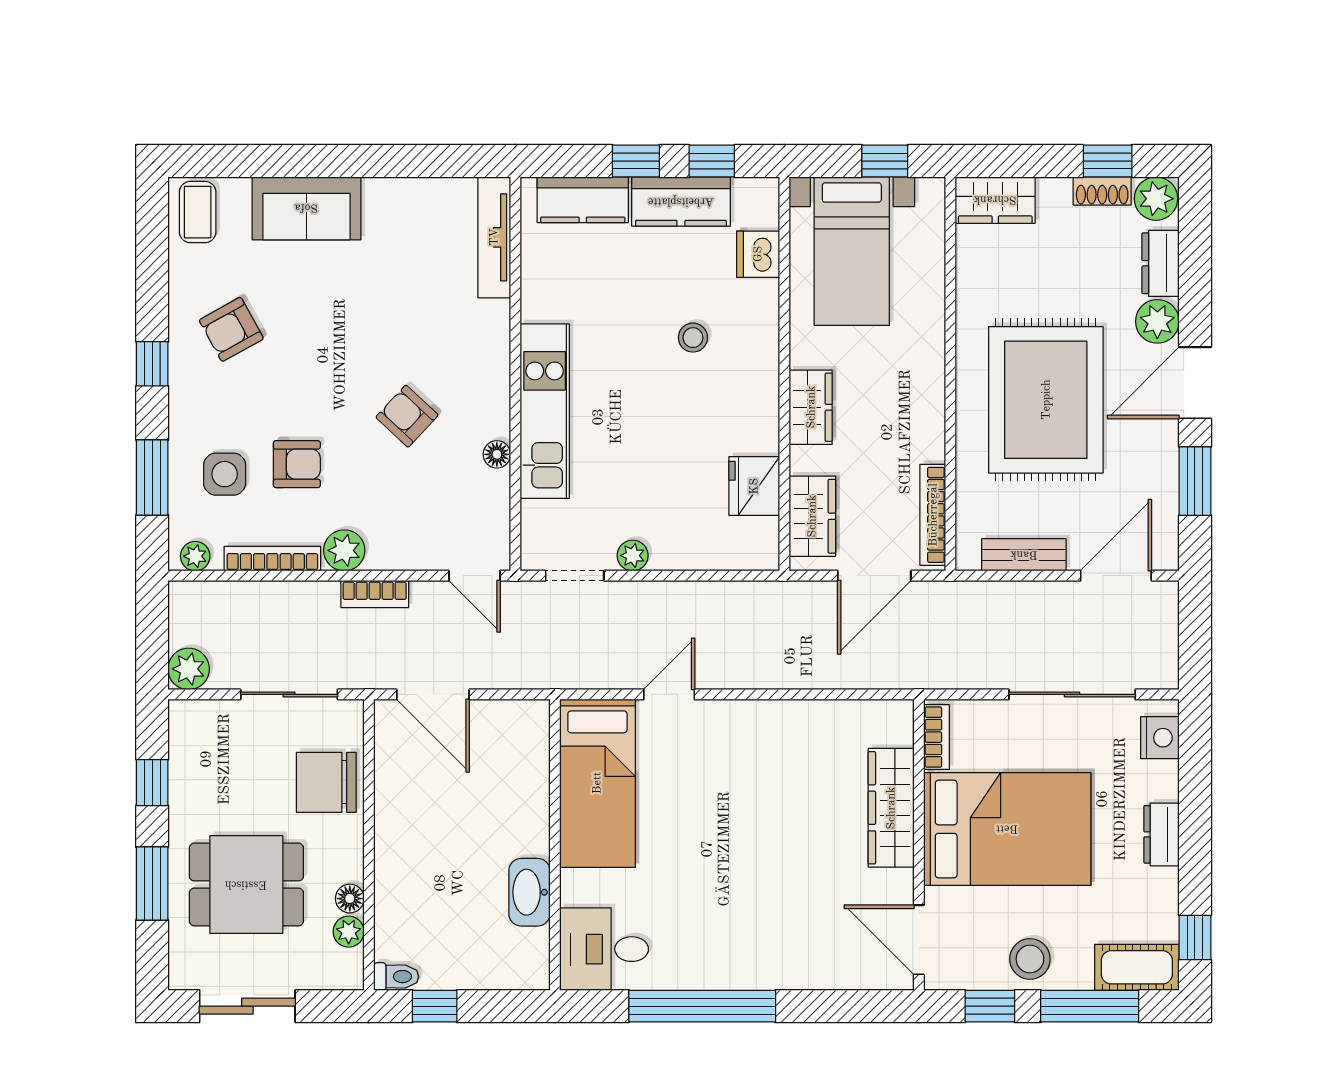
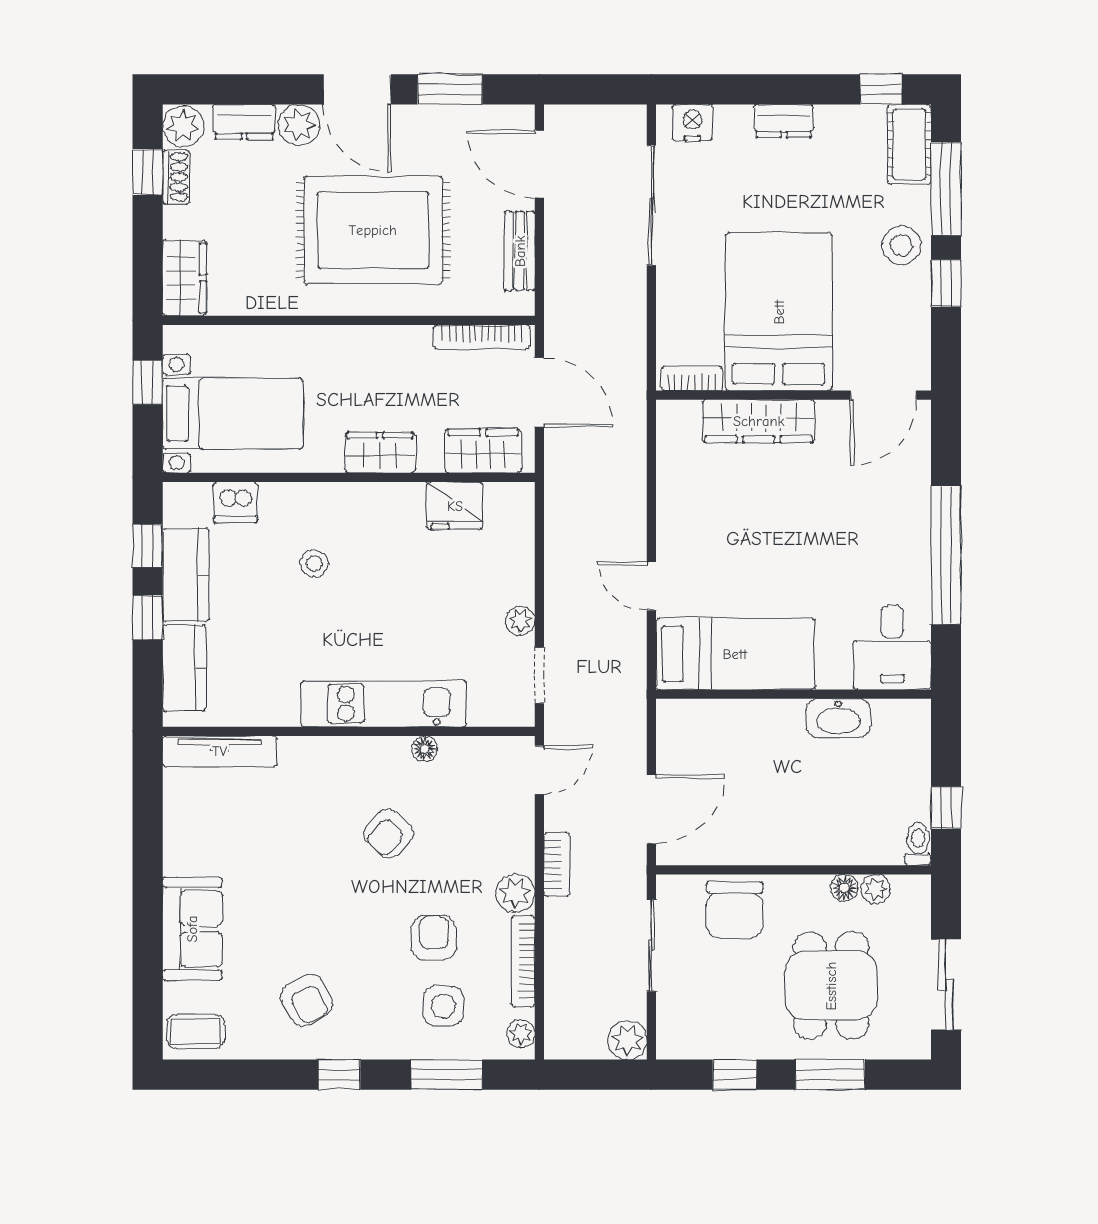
bookcase: (937, 737) -> (692, 378), moved
wardrobe: (891, 808) -> (759, 421), moved
bed: (1007, 829) -> (779, 312), moved
wall: (919, 845) -> (793, 395), moved
door: (919, 940) -> (883, 395), moved

